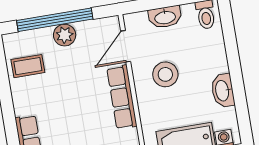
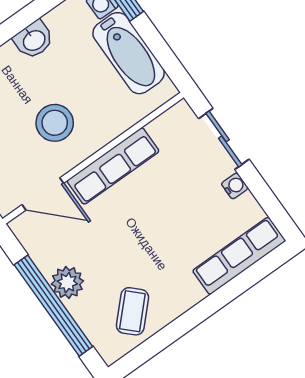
coffee table: (28, 66) -> (132, 311), turned 44
washbasin: (223, 91) -> (34, 40), width x0.72

